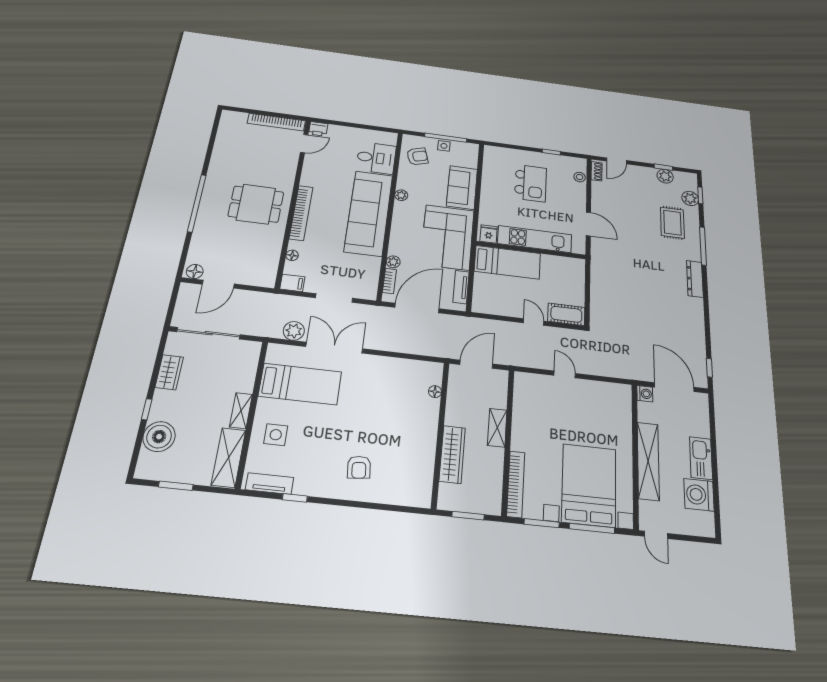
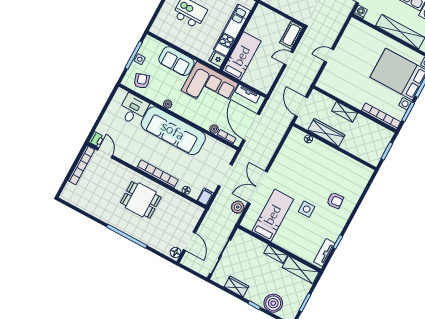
dining table: (256, 204) -> (141, 200), turned 90
side table: (276, 435) -> (307, 209), moved
wardrobe: (452, 454) -> (326, 132), moved

